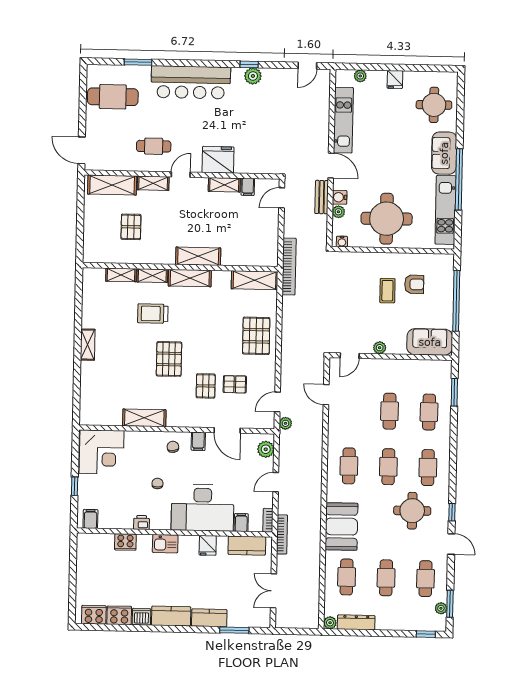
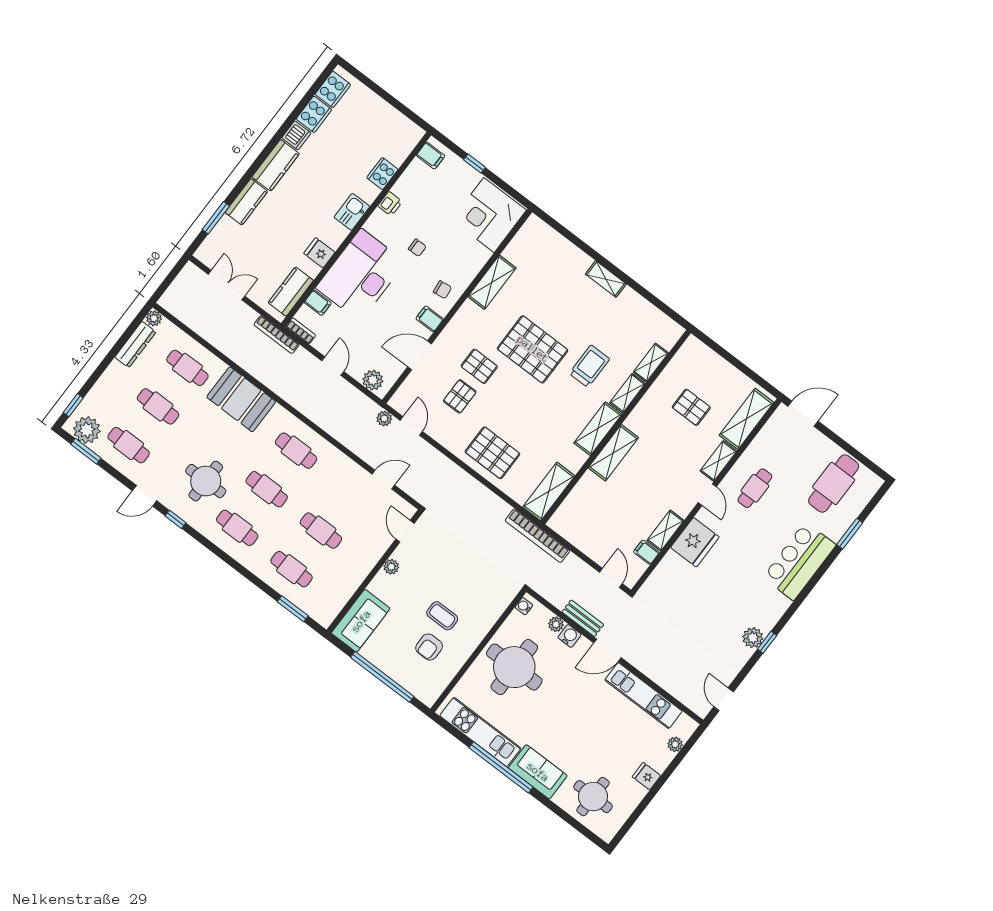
bar counter: (191, 82) -> (799, 561), width x0.73
pallet: (169, 359) -> (533, 349), width x1.37, depth x1.41
plant: (441, 608) -> (87, 430), width x1.88, depth x1.88

